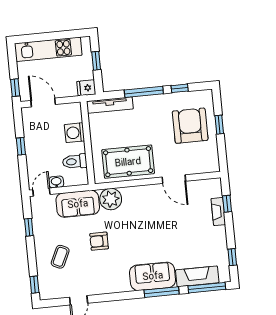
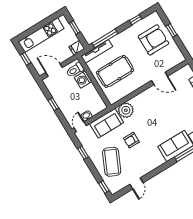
window: (15, 88) -> (26, 59), moved
window: (144, 92) -> (105, 38), moved
armchair: (190, 126) -> (153, 40), turned 90
toilet: (75, 162) -> (75, 70), moved
pool table: (128, 162) -> (115, 71), moved
coffee table: (60, 257) -> (112, 162), width x1.86, depth x1.72

